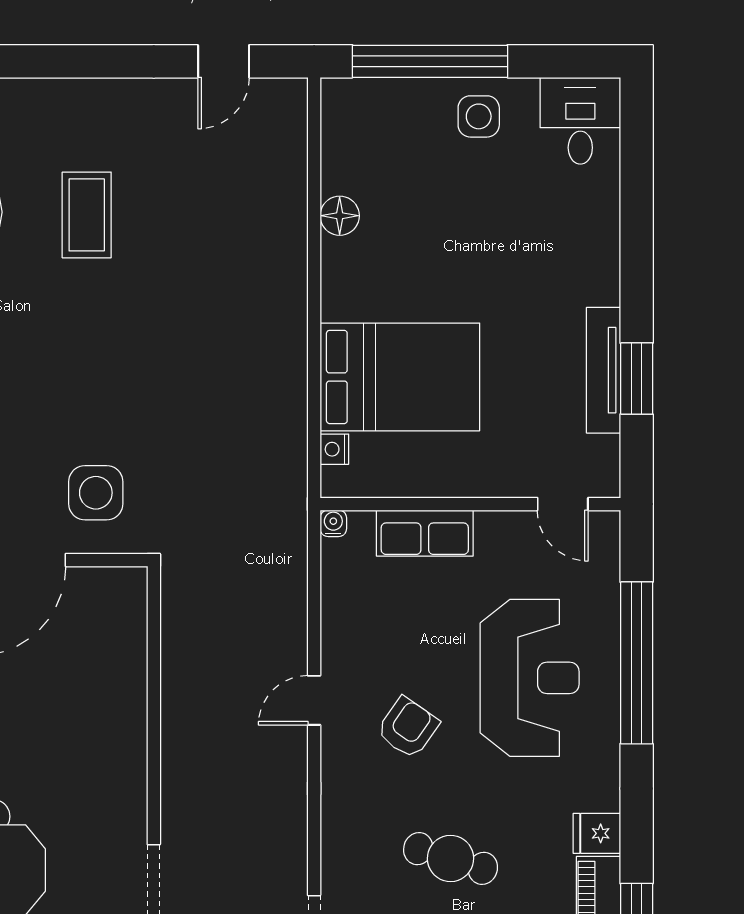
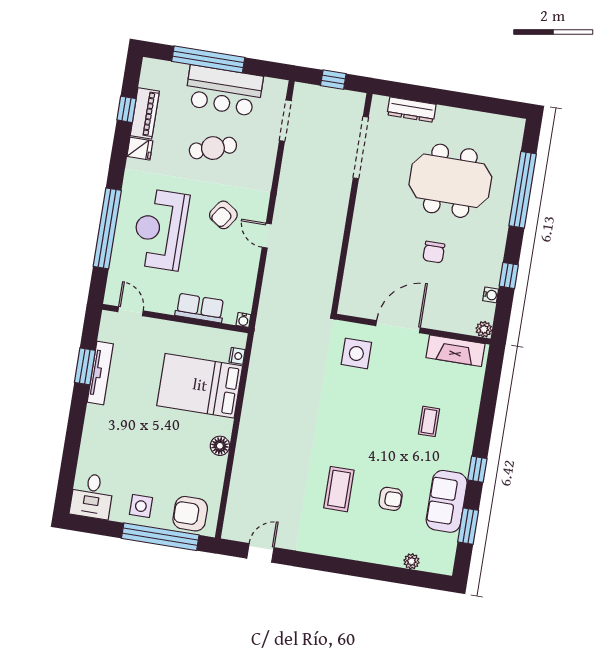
armchair: (377, 117) -> (190, 514), added
floor lamp: (340, 216) -> (220, 446), moved
door: (314, 700) -> (267, 236), swing flipped
cafe table: (451, 858) -> (213, 148), turned -36

